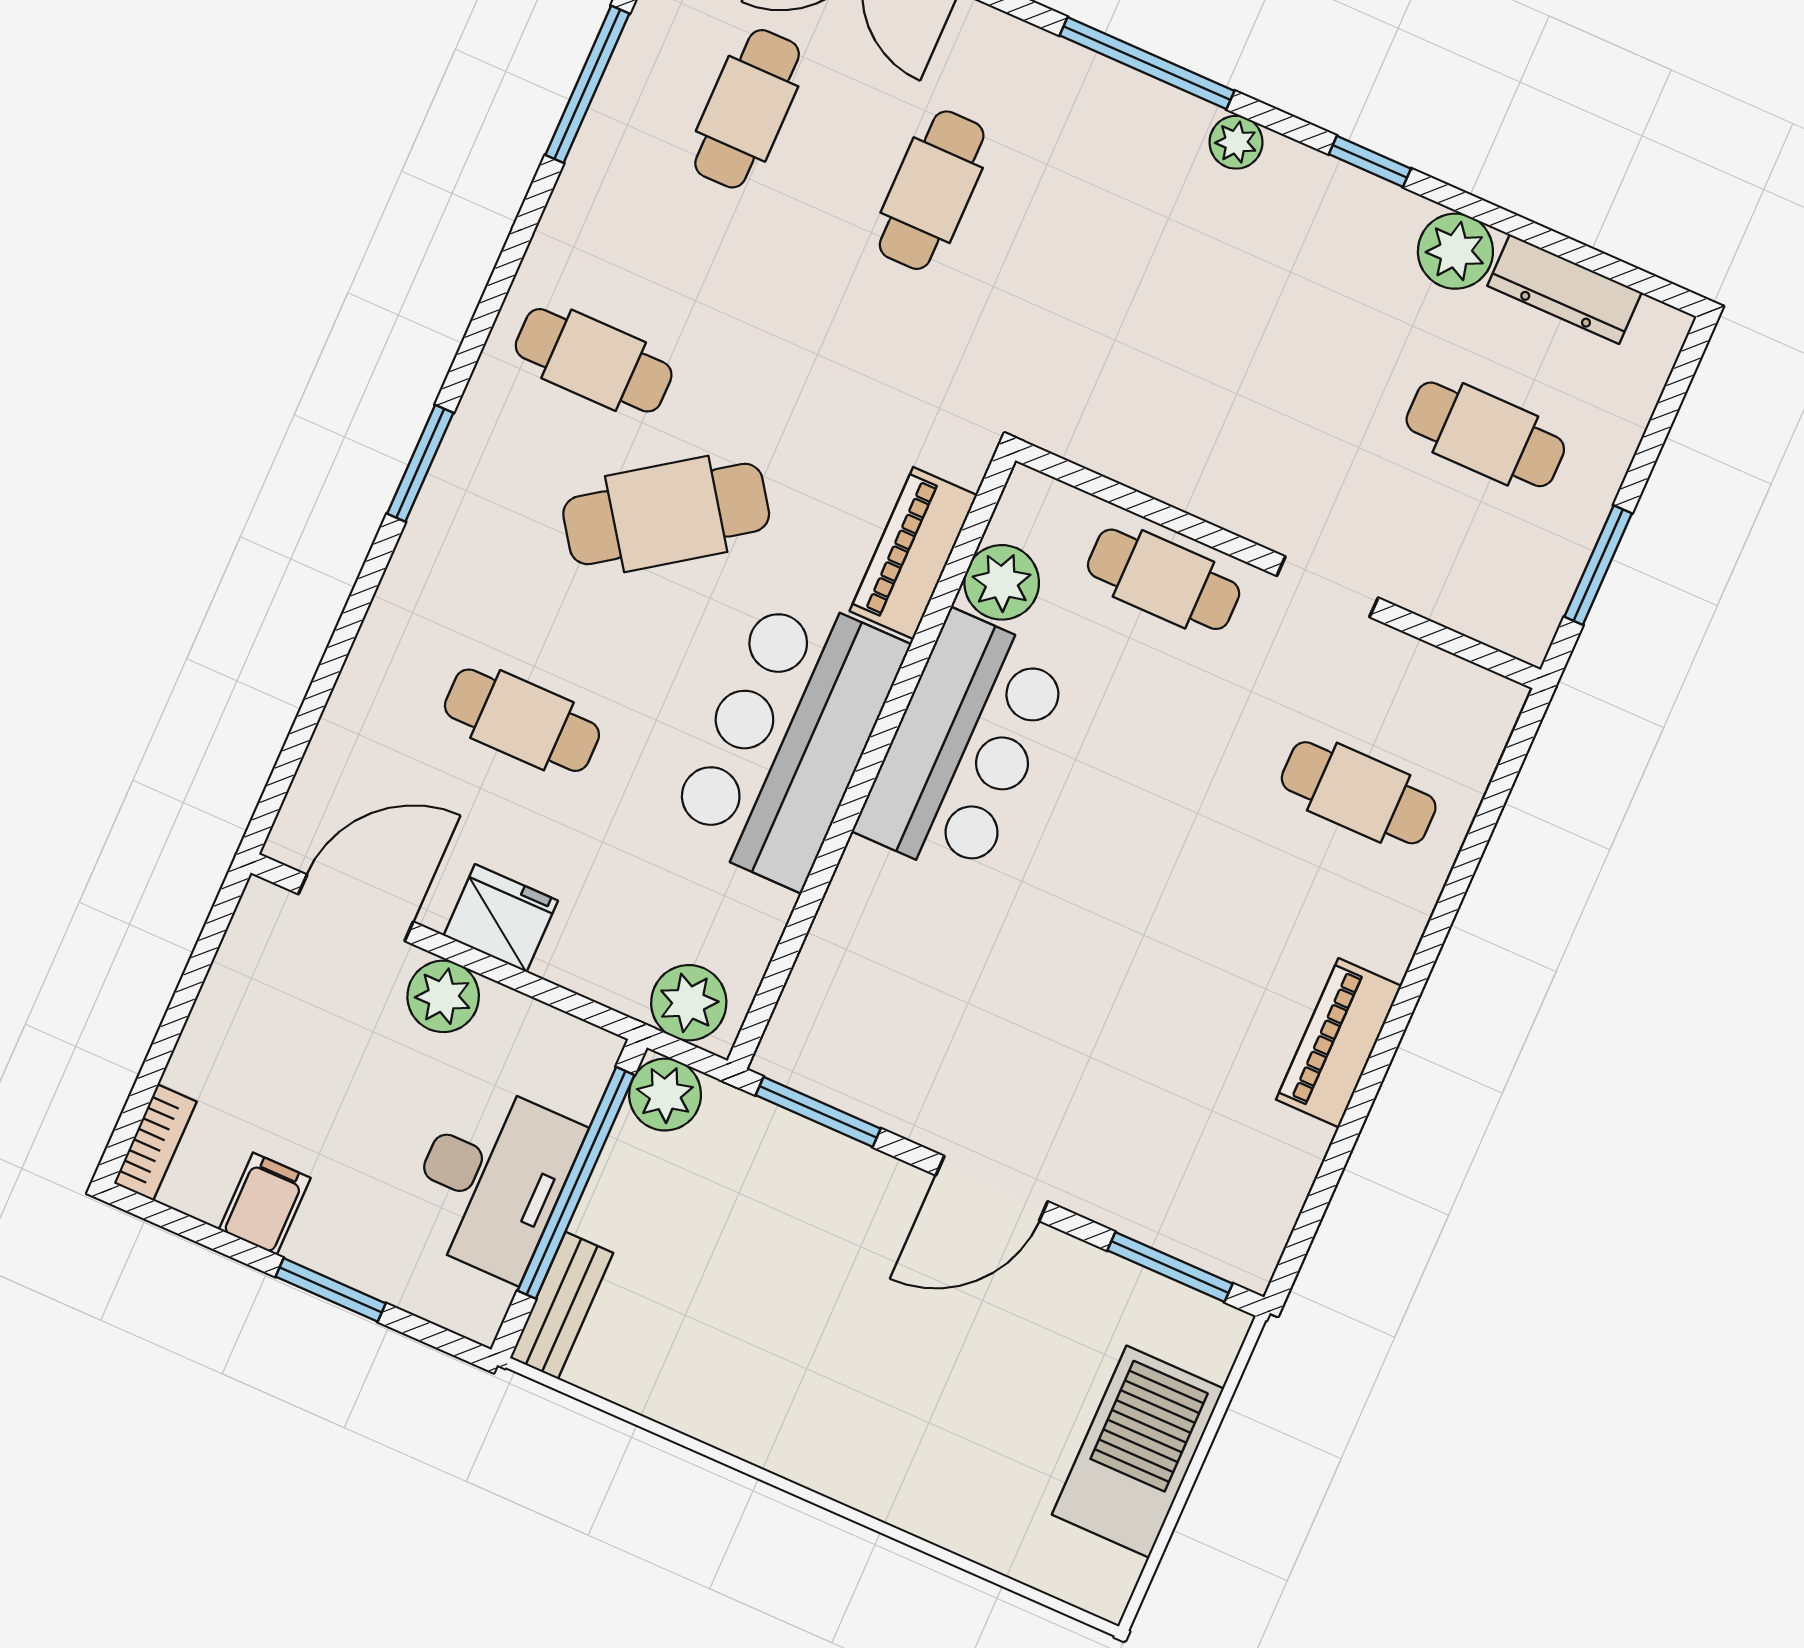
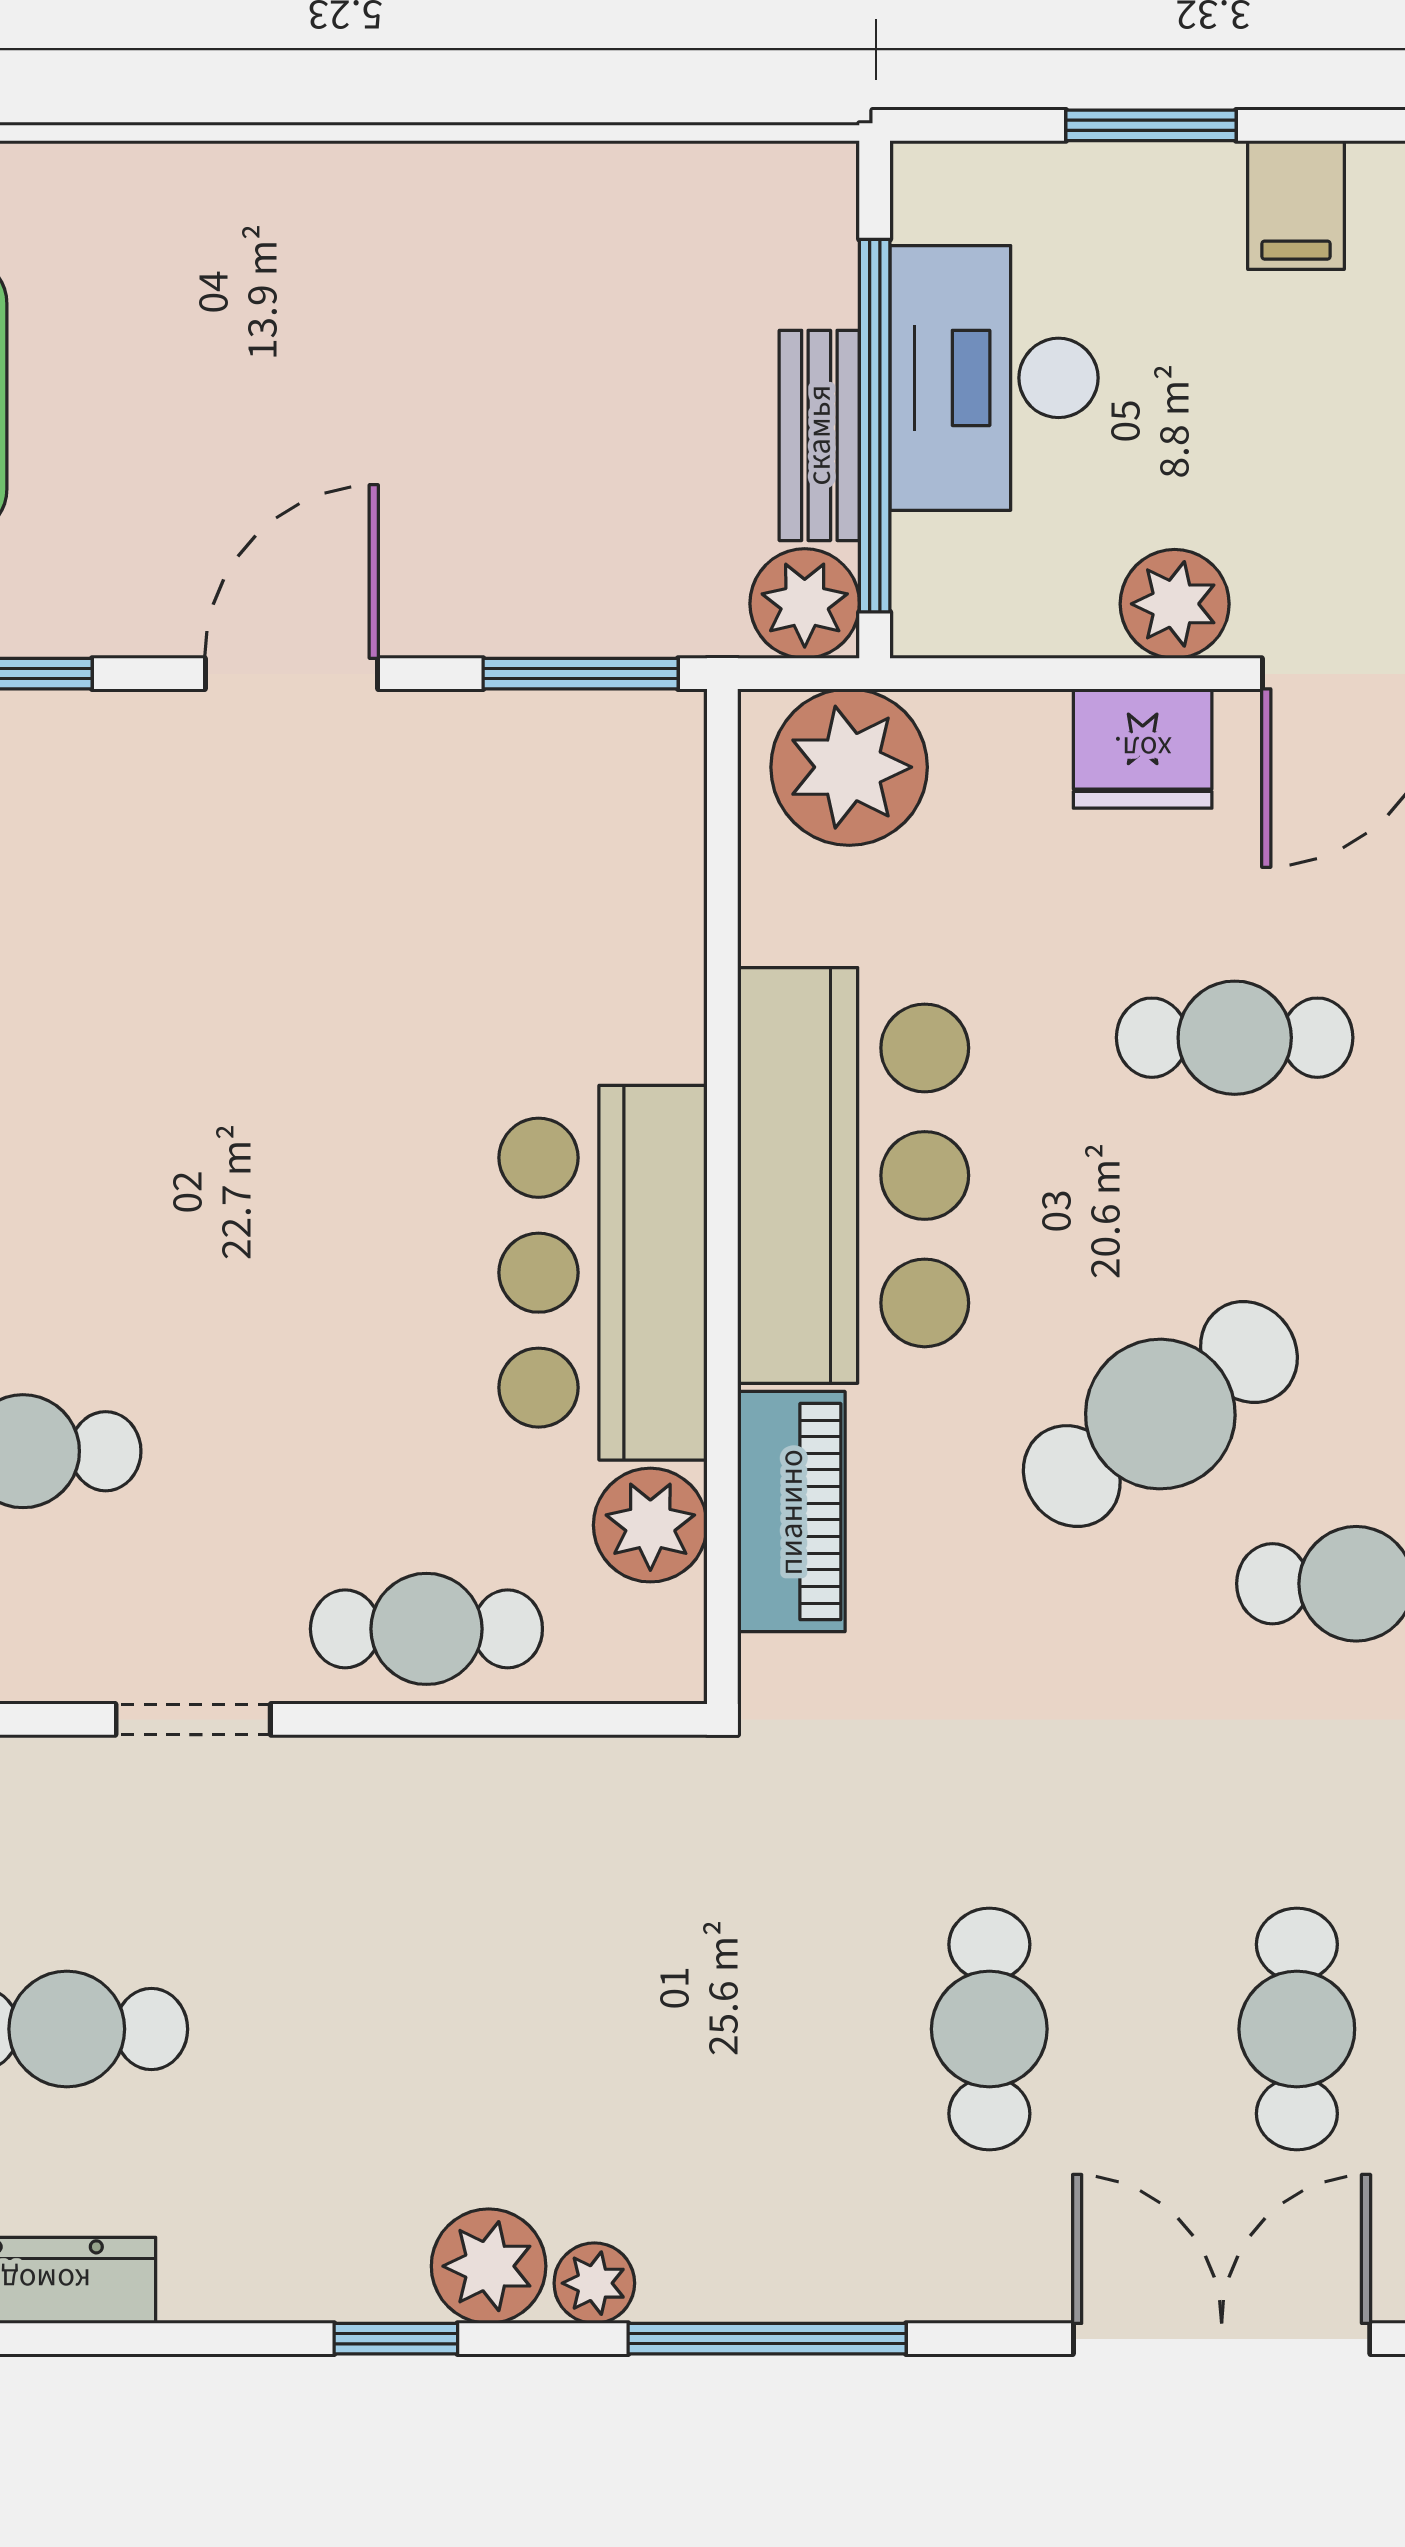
plant: (1455, 251) -> (489, 2266), moved
plant: (689, 1003) -> (849, 767), width x1.36, depth x1.36
bench: (562, 1305) -> (819, 435), moved

